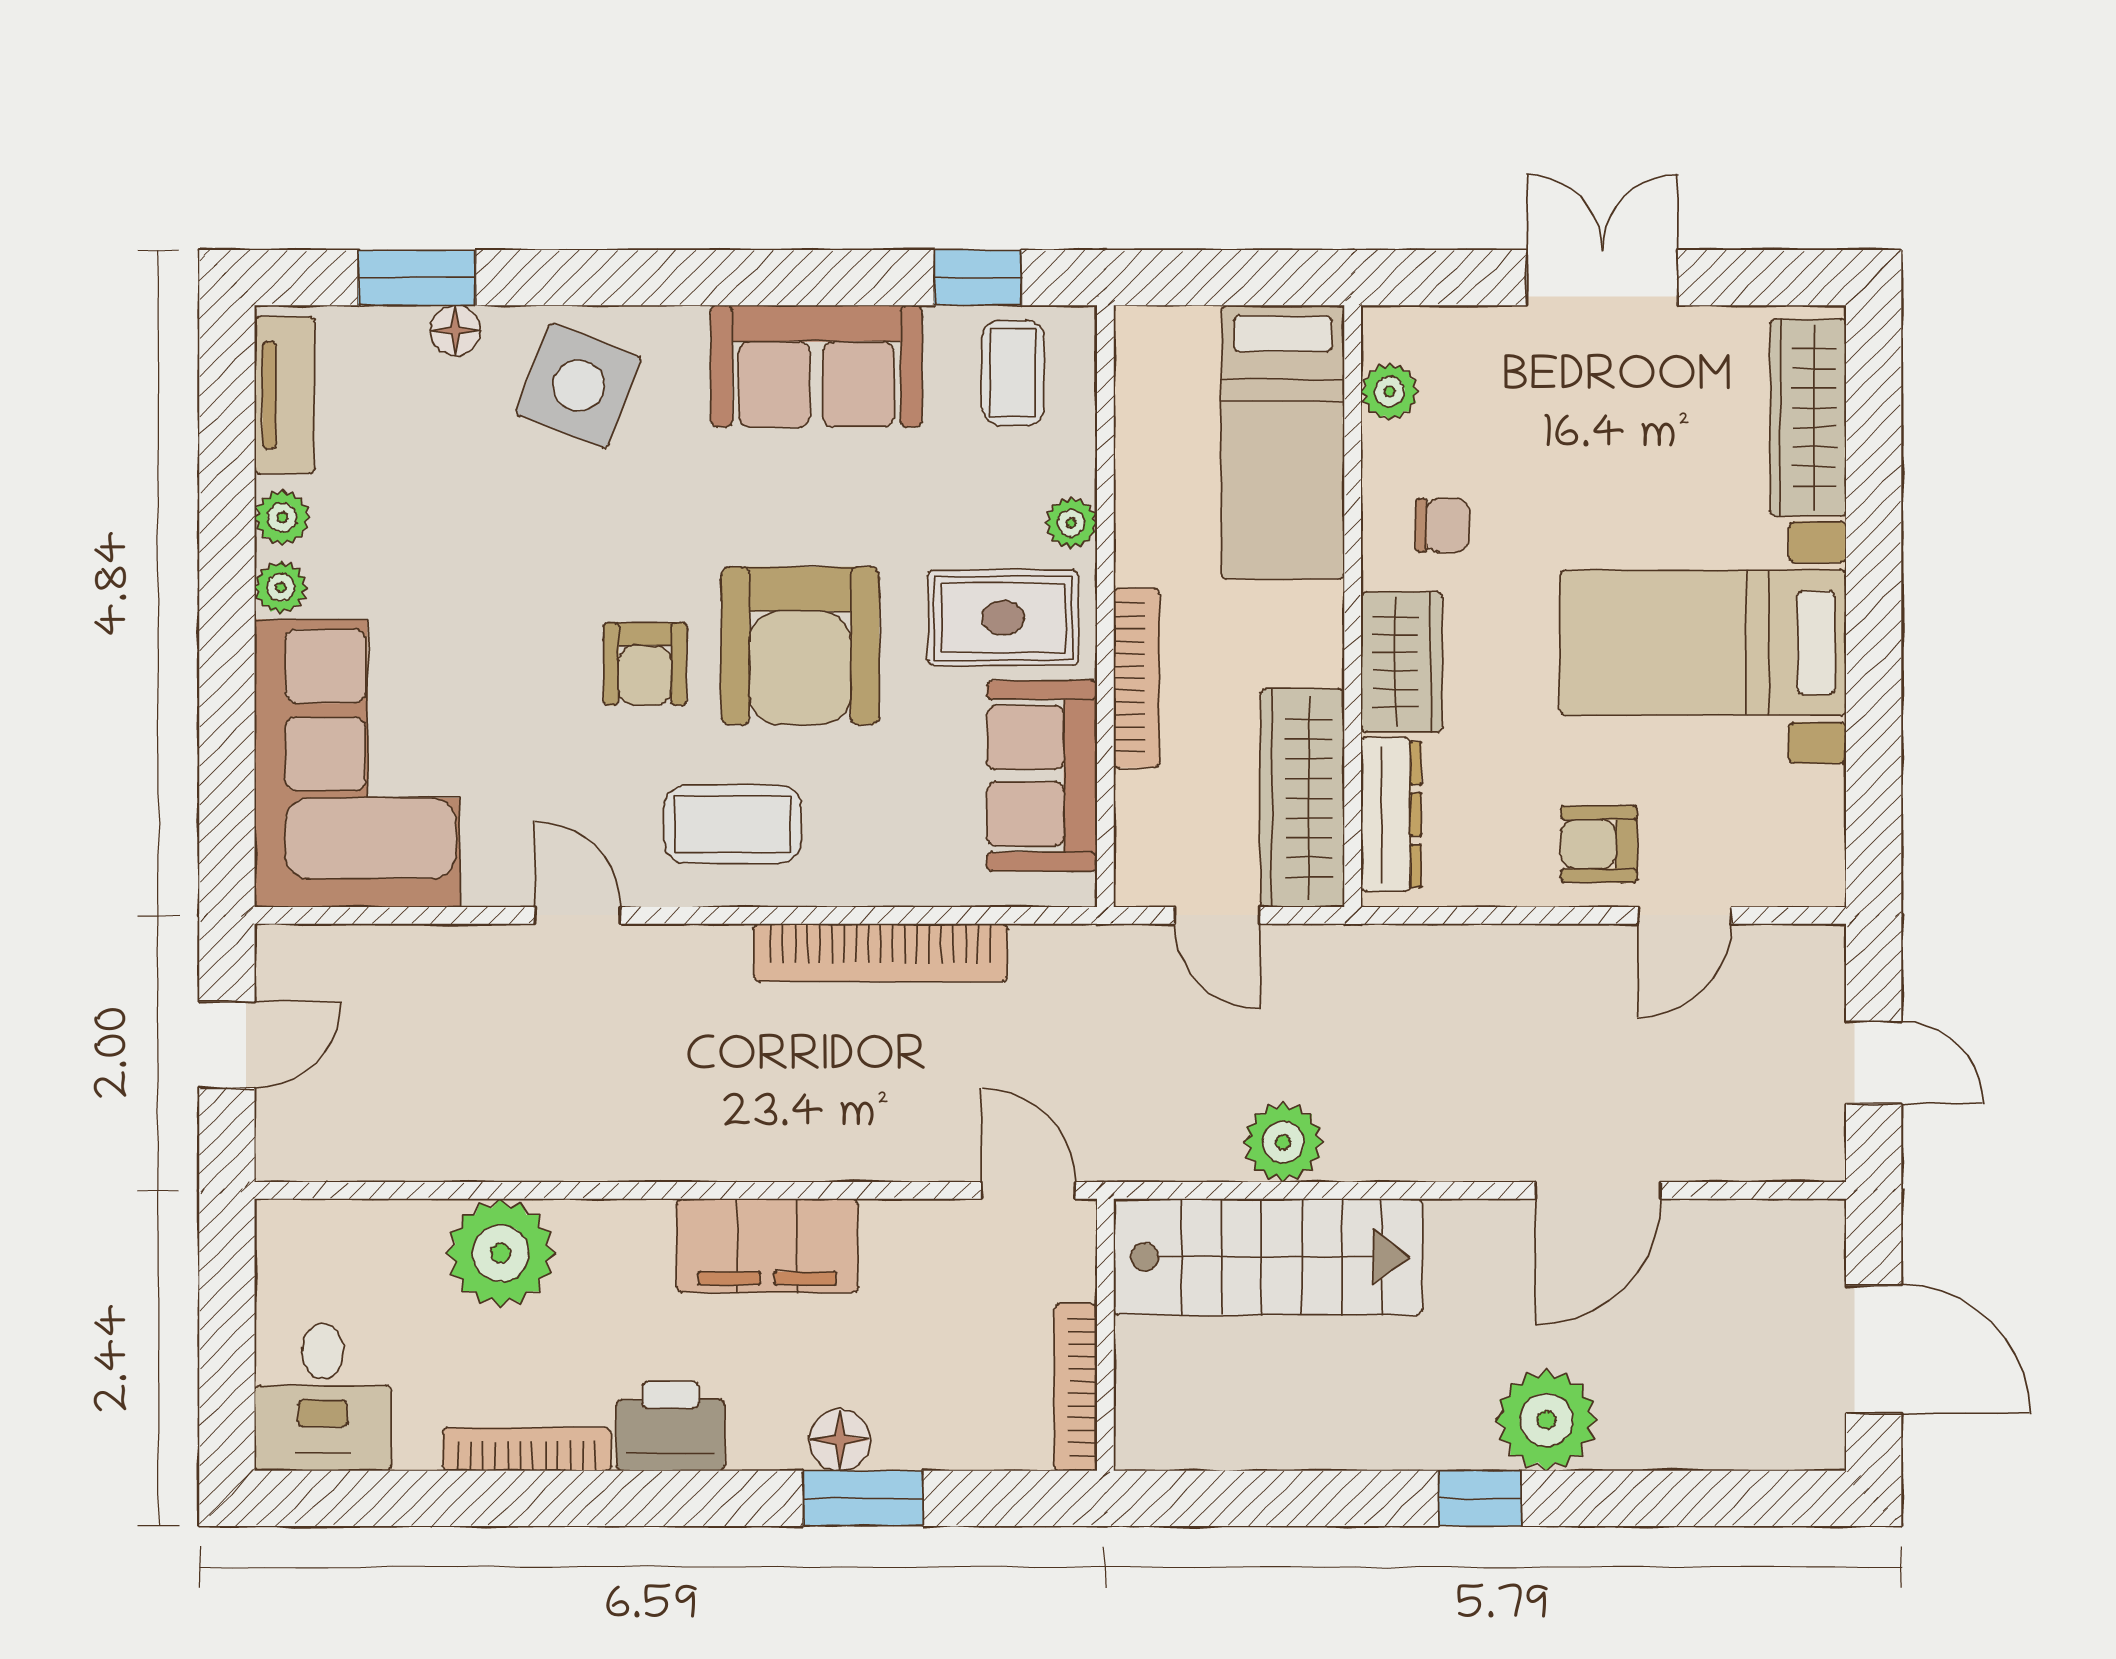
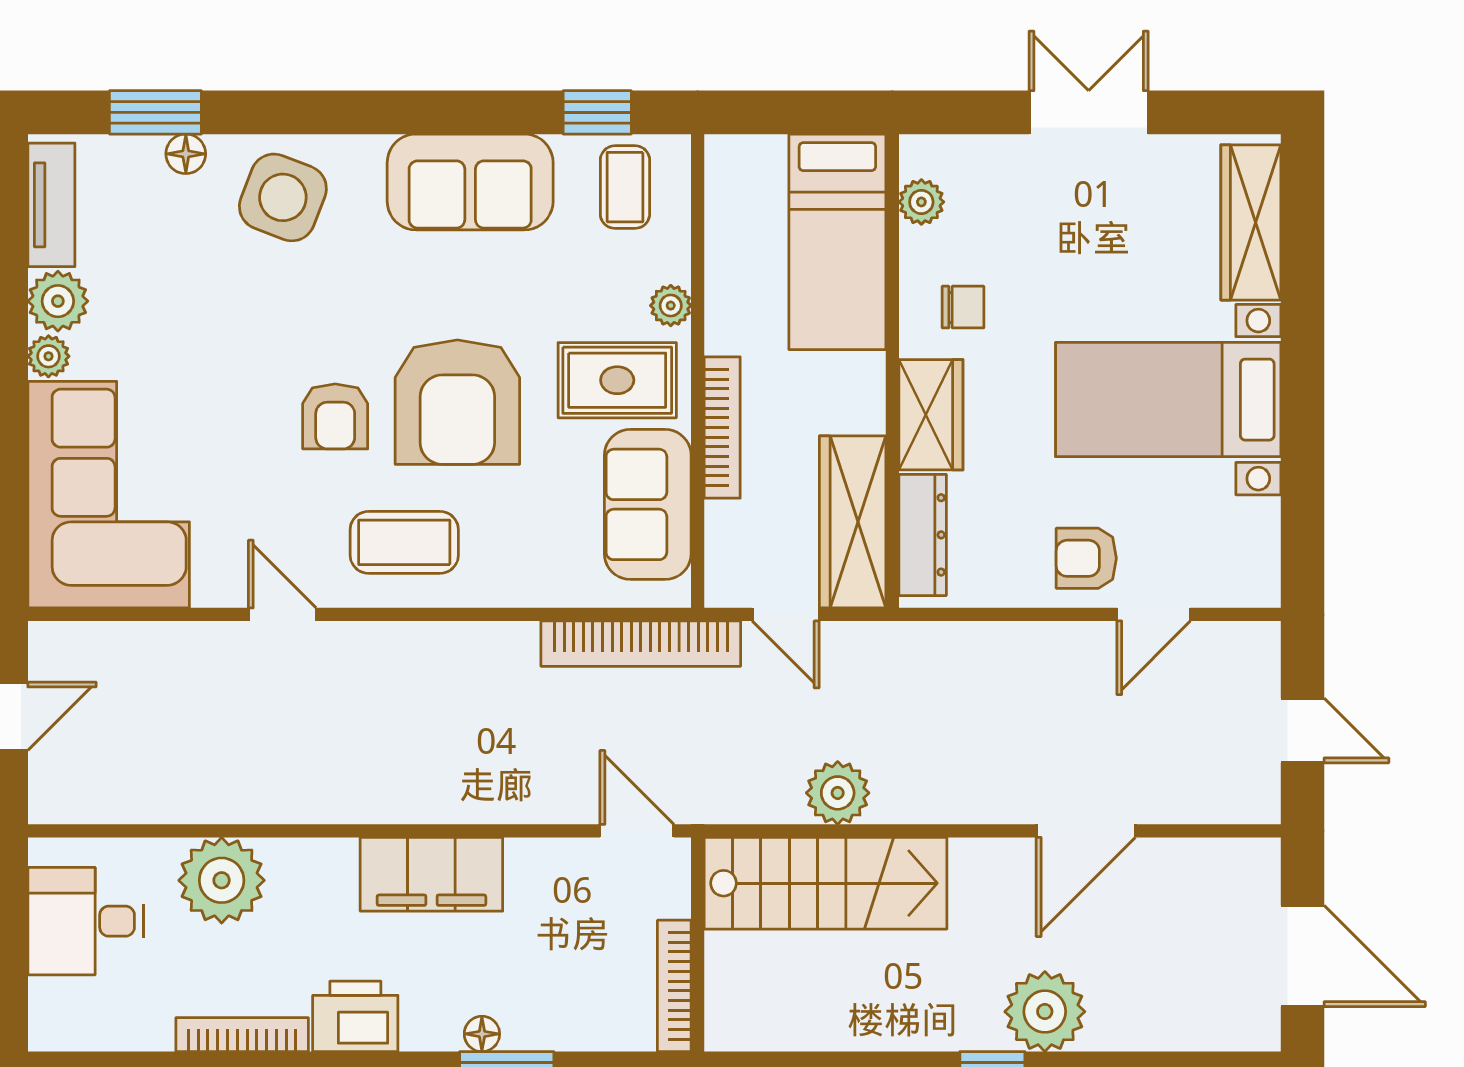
plant: (282, 517) -> (58, 301), width x1.38, depth x1.38
bookcase: (881, 953) -> (641, 644), moved
desk: (323, 1397) -> (86, 921), moved, turned 90
floor lamp: (840, 1440) -> (482, 1034), width x0.73, depth x0.73

